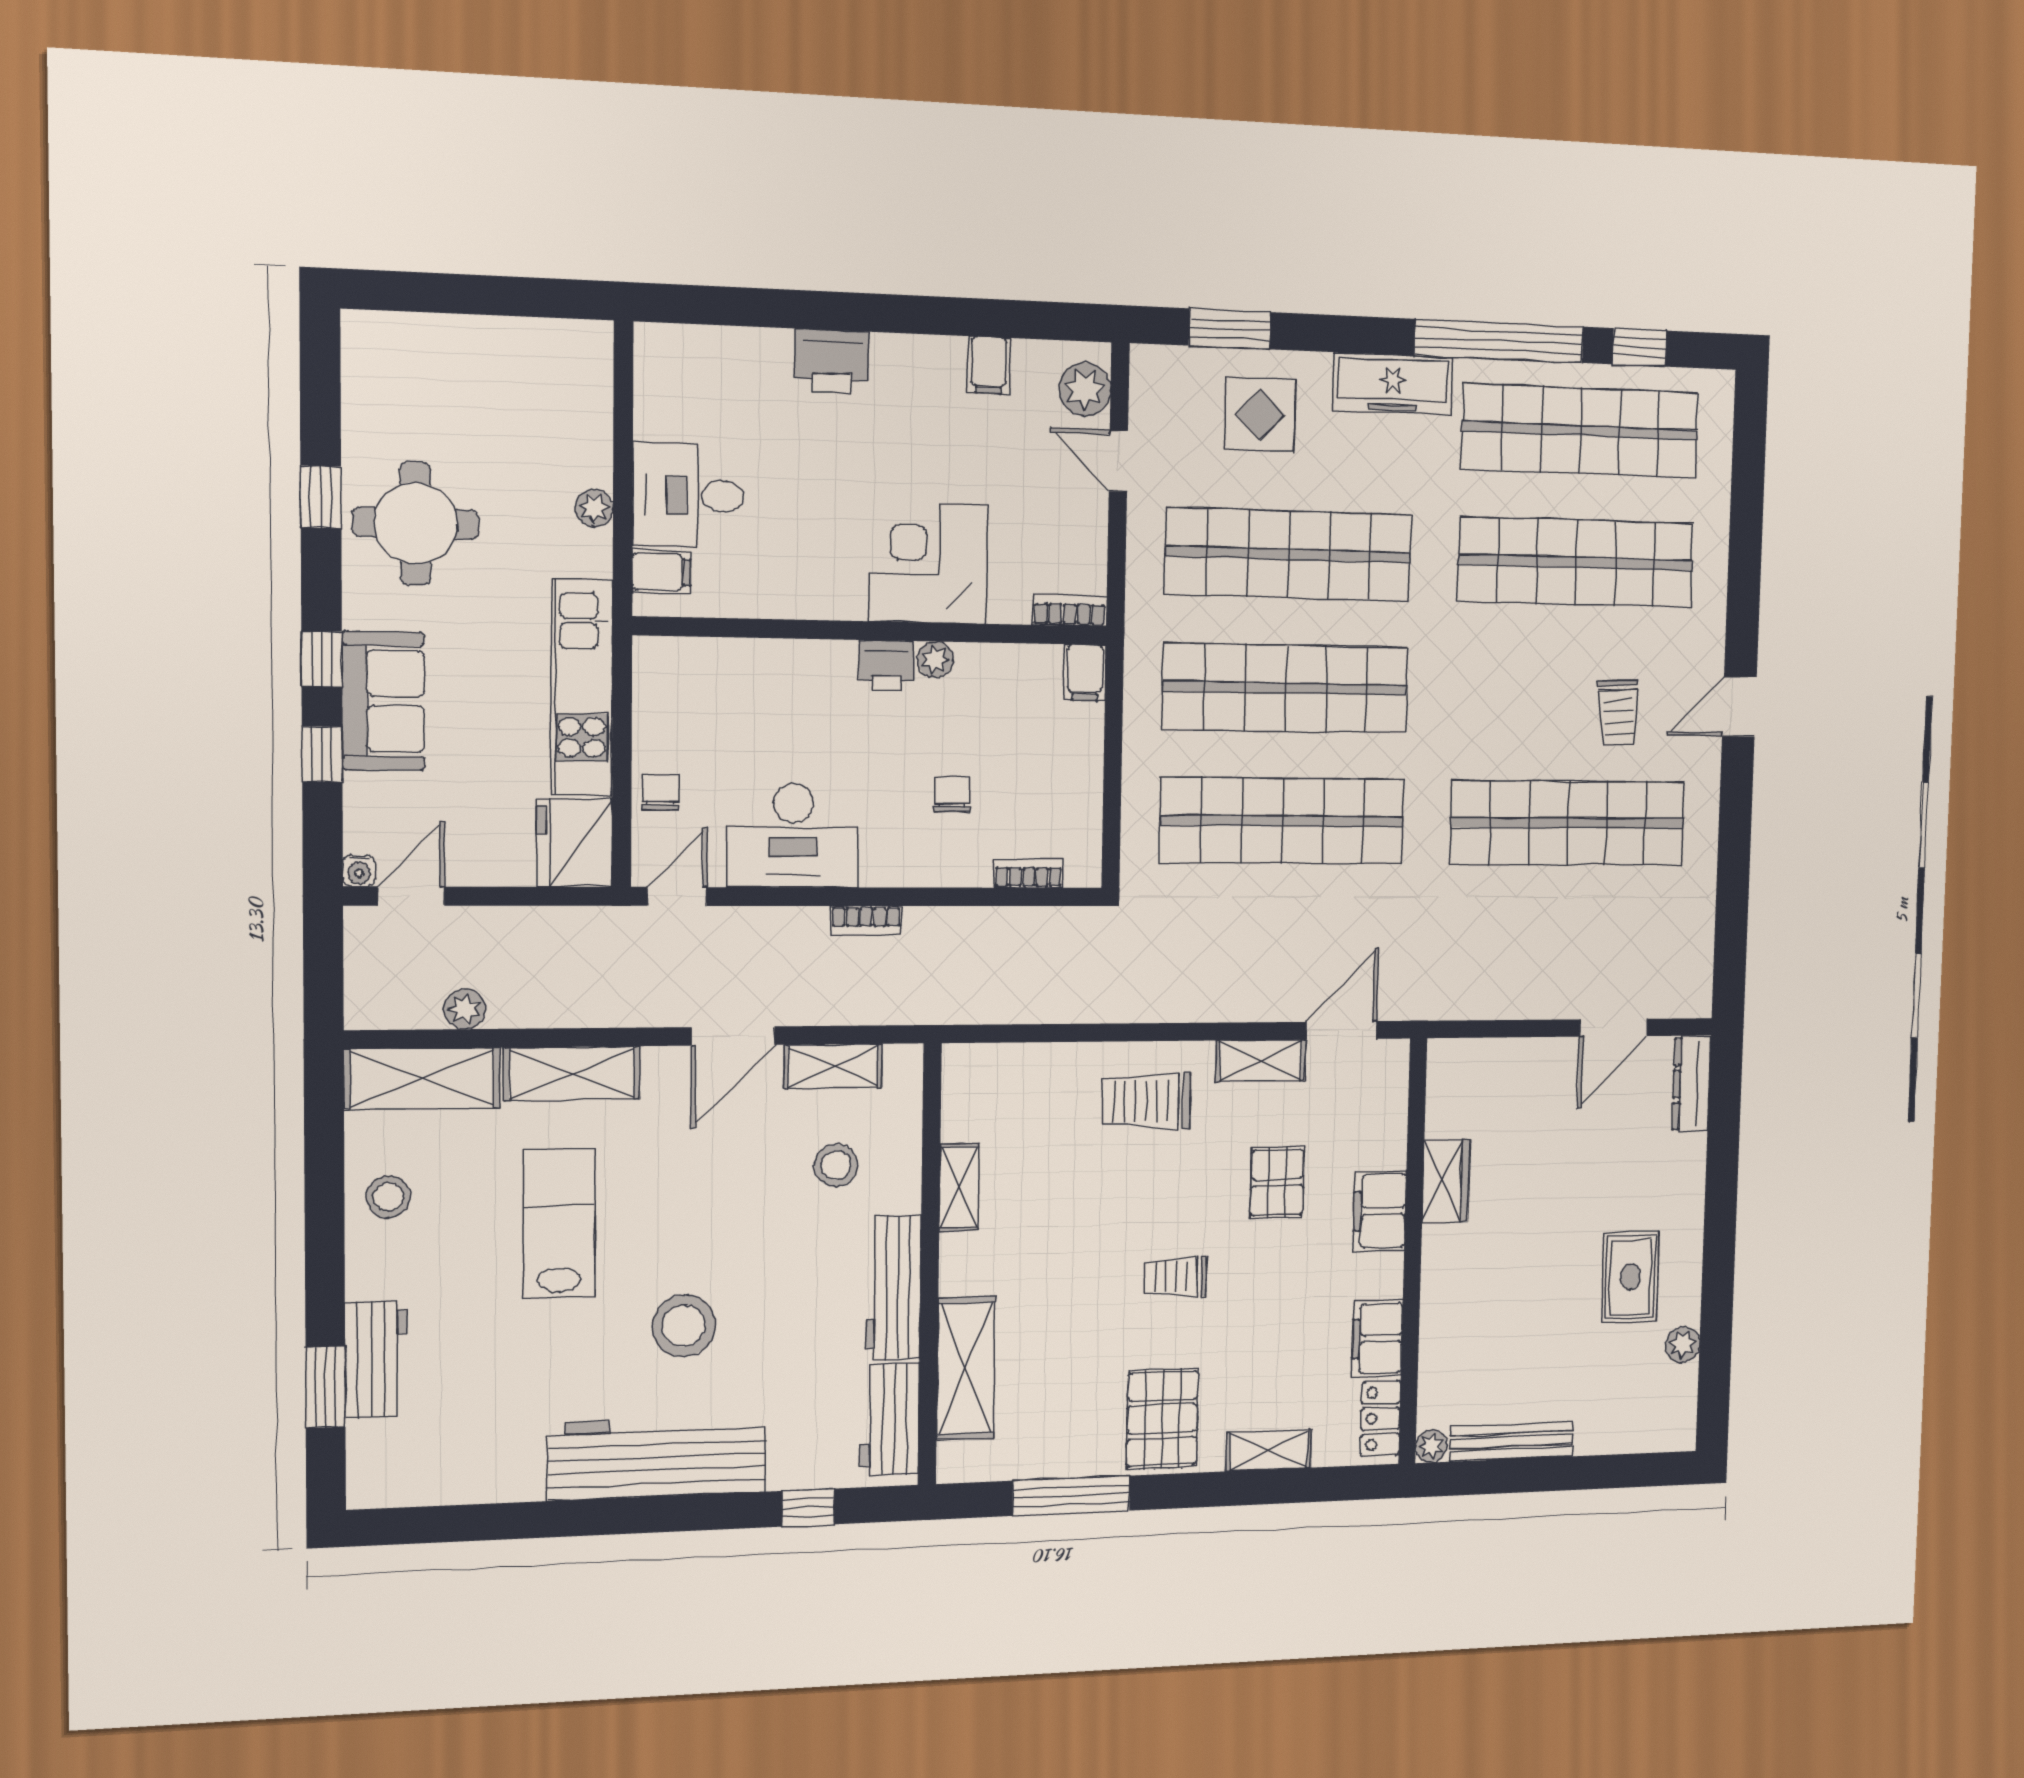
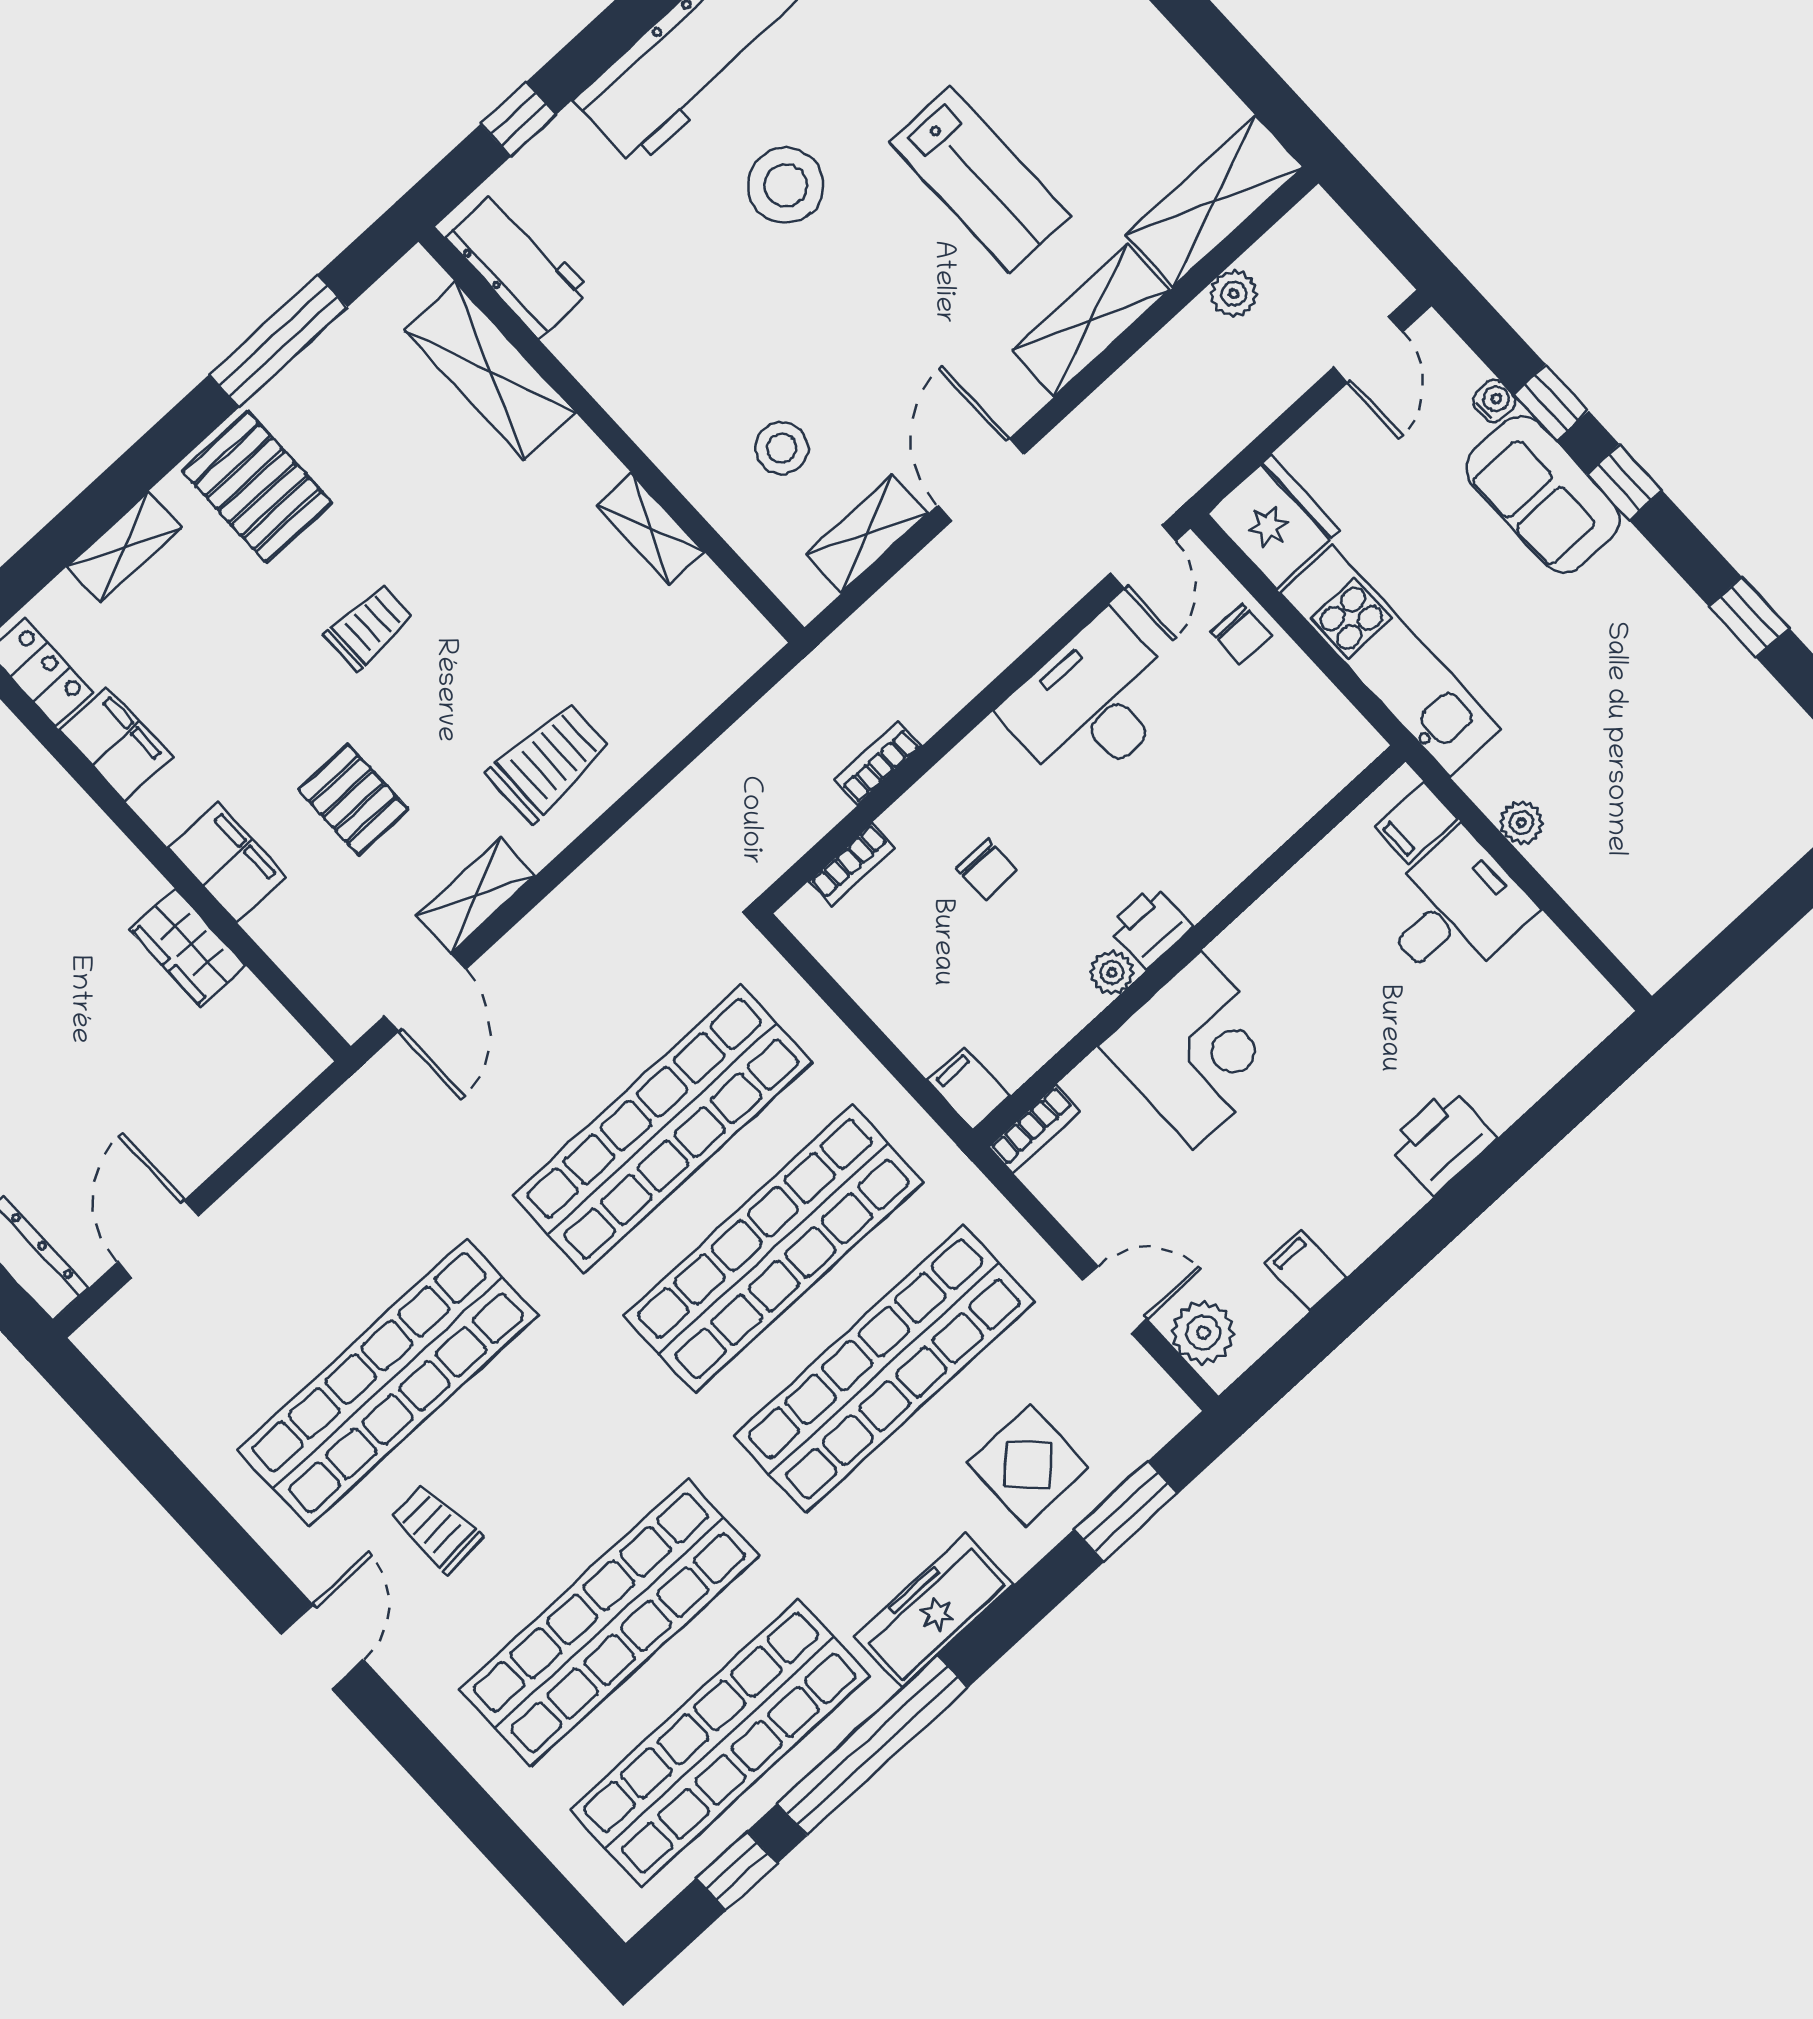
round table: (416, 523) -> (1654, 669), removed
water cooler: (359, 871) -> (1494, 401), moved, turned 90
bookcase: (866, 920) -> (878, 763), moved
stool: (388, 1197) -> (1149, 73), removed
workbench: (893, 1288) -> (626, 385), removed

